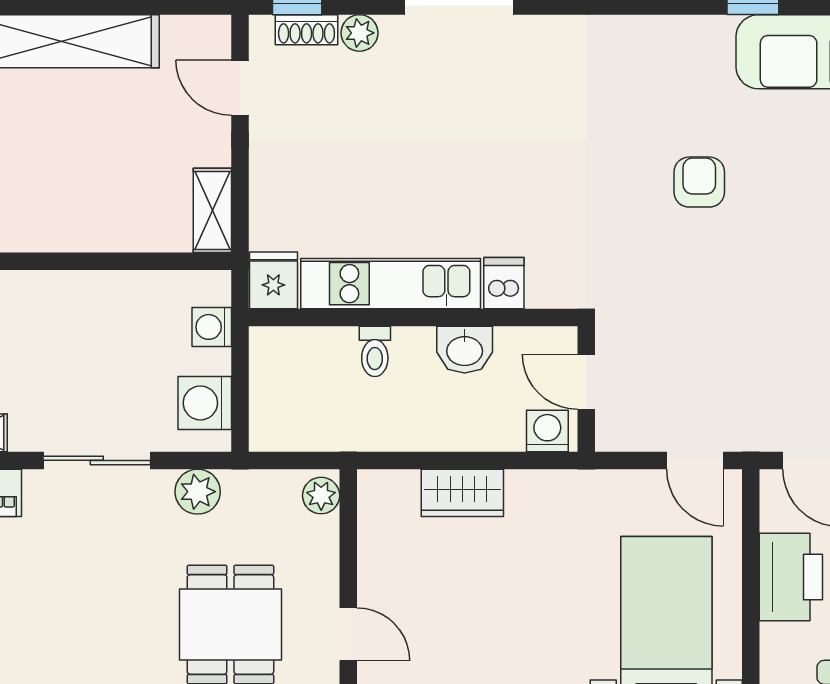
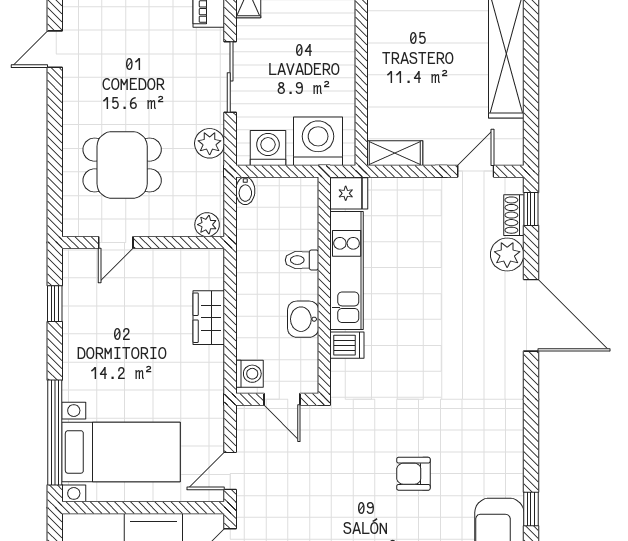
plant: (360, 33) -> (507, 255), width x1.38, depth x1.38
armchair: (699, 182) -> (413, 474), turned 180
washing machine: (212, 327) -> (318, 141), width x1.89, depth x1.89
door: (586, 382) -> (282, 399), swing flipped
bidet: (270, 437) -> (245, 191), added

